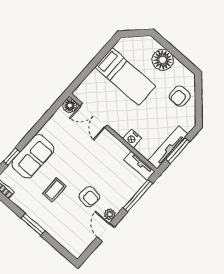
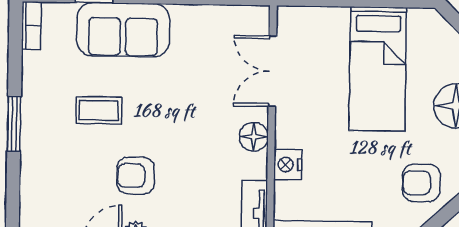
floor lamp: (70, 106) -> (254, 137), moved
armchair: (89, 197) -> (136, 176), turned 84

